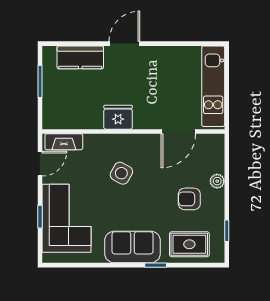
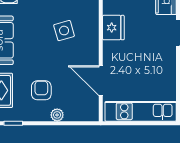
side table: (121, 173) -> (64, 31), turned 45

